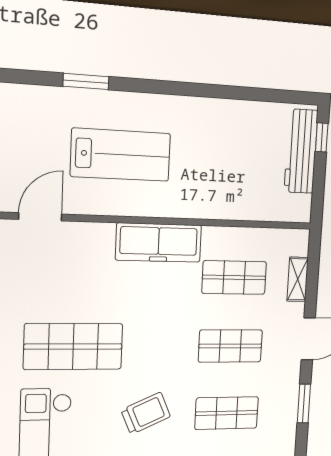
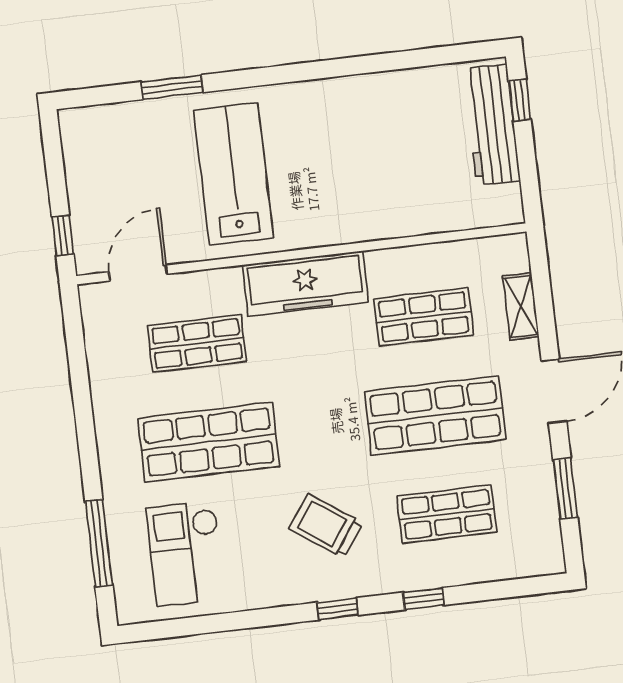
lab bench: (121, 155) -> (234, 174), turned -90
shop shelf: (76, 275) -> (197, 344), added
shop shelf: (230, 346) -> (435, 416), width x1.43, depth x1.36
trolley: (146, 413) -> (326, 526), turned -121

